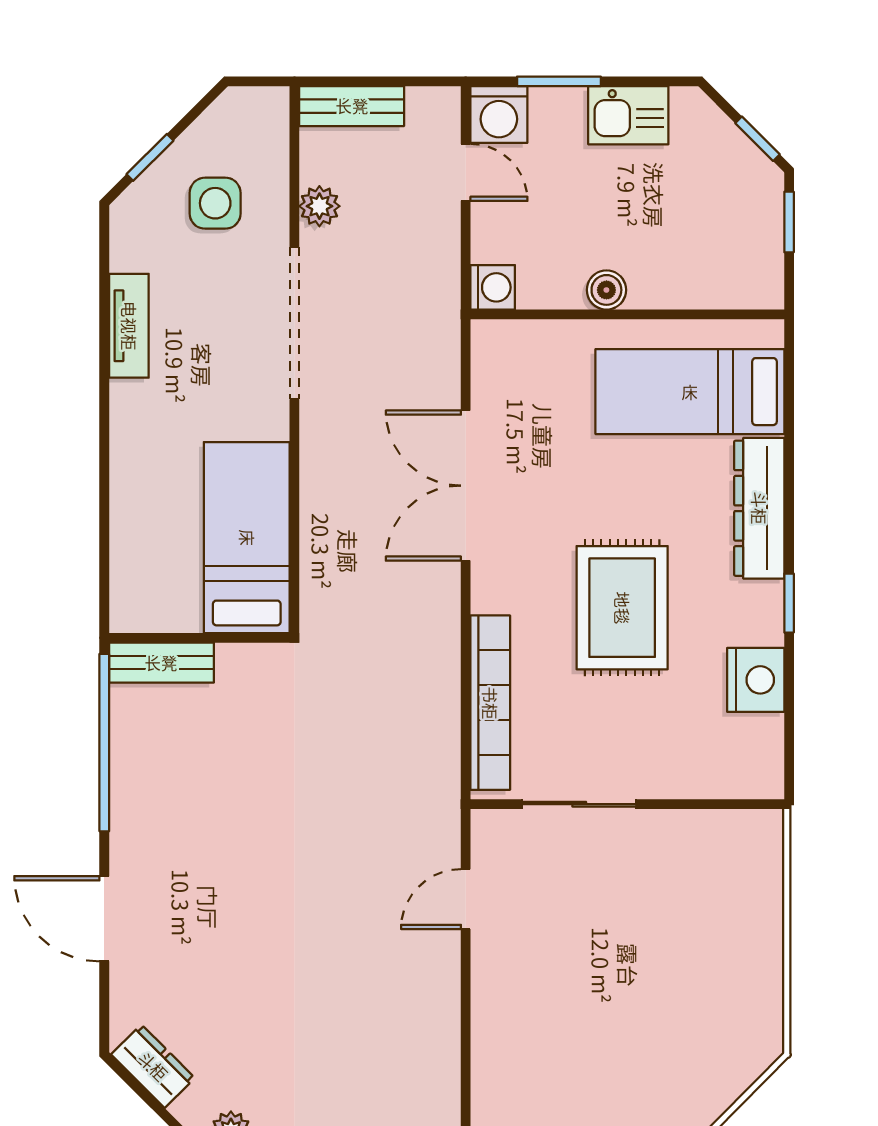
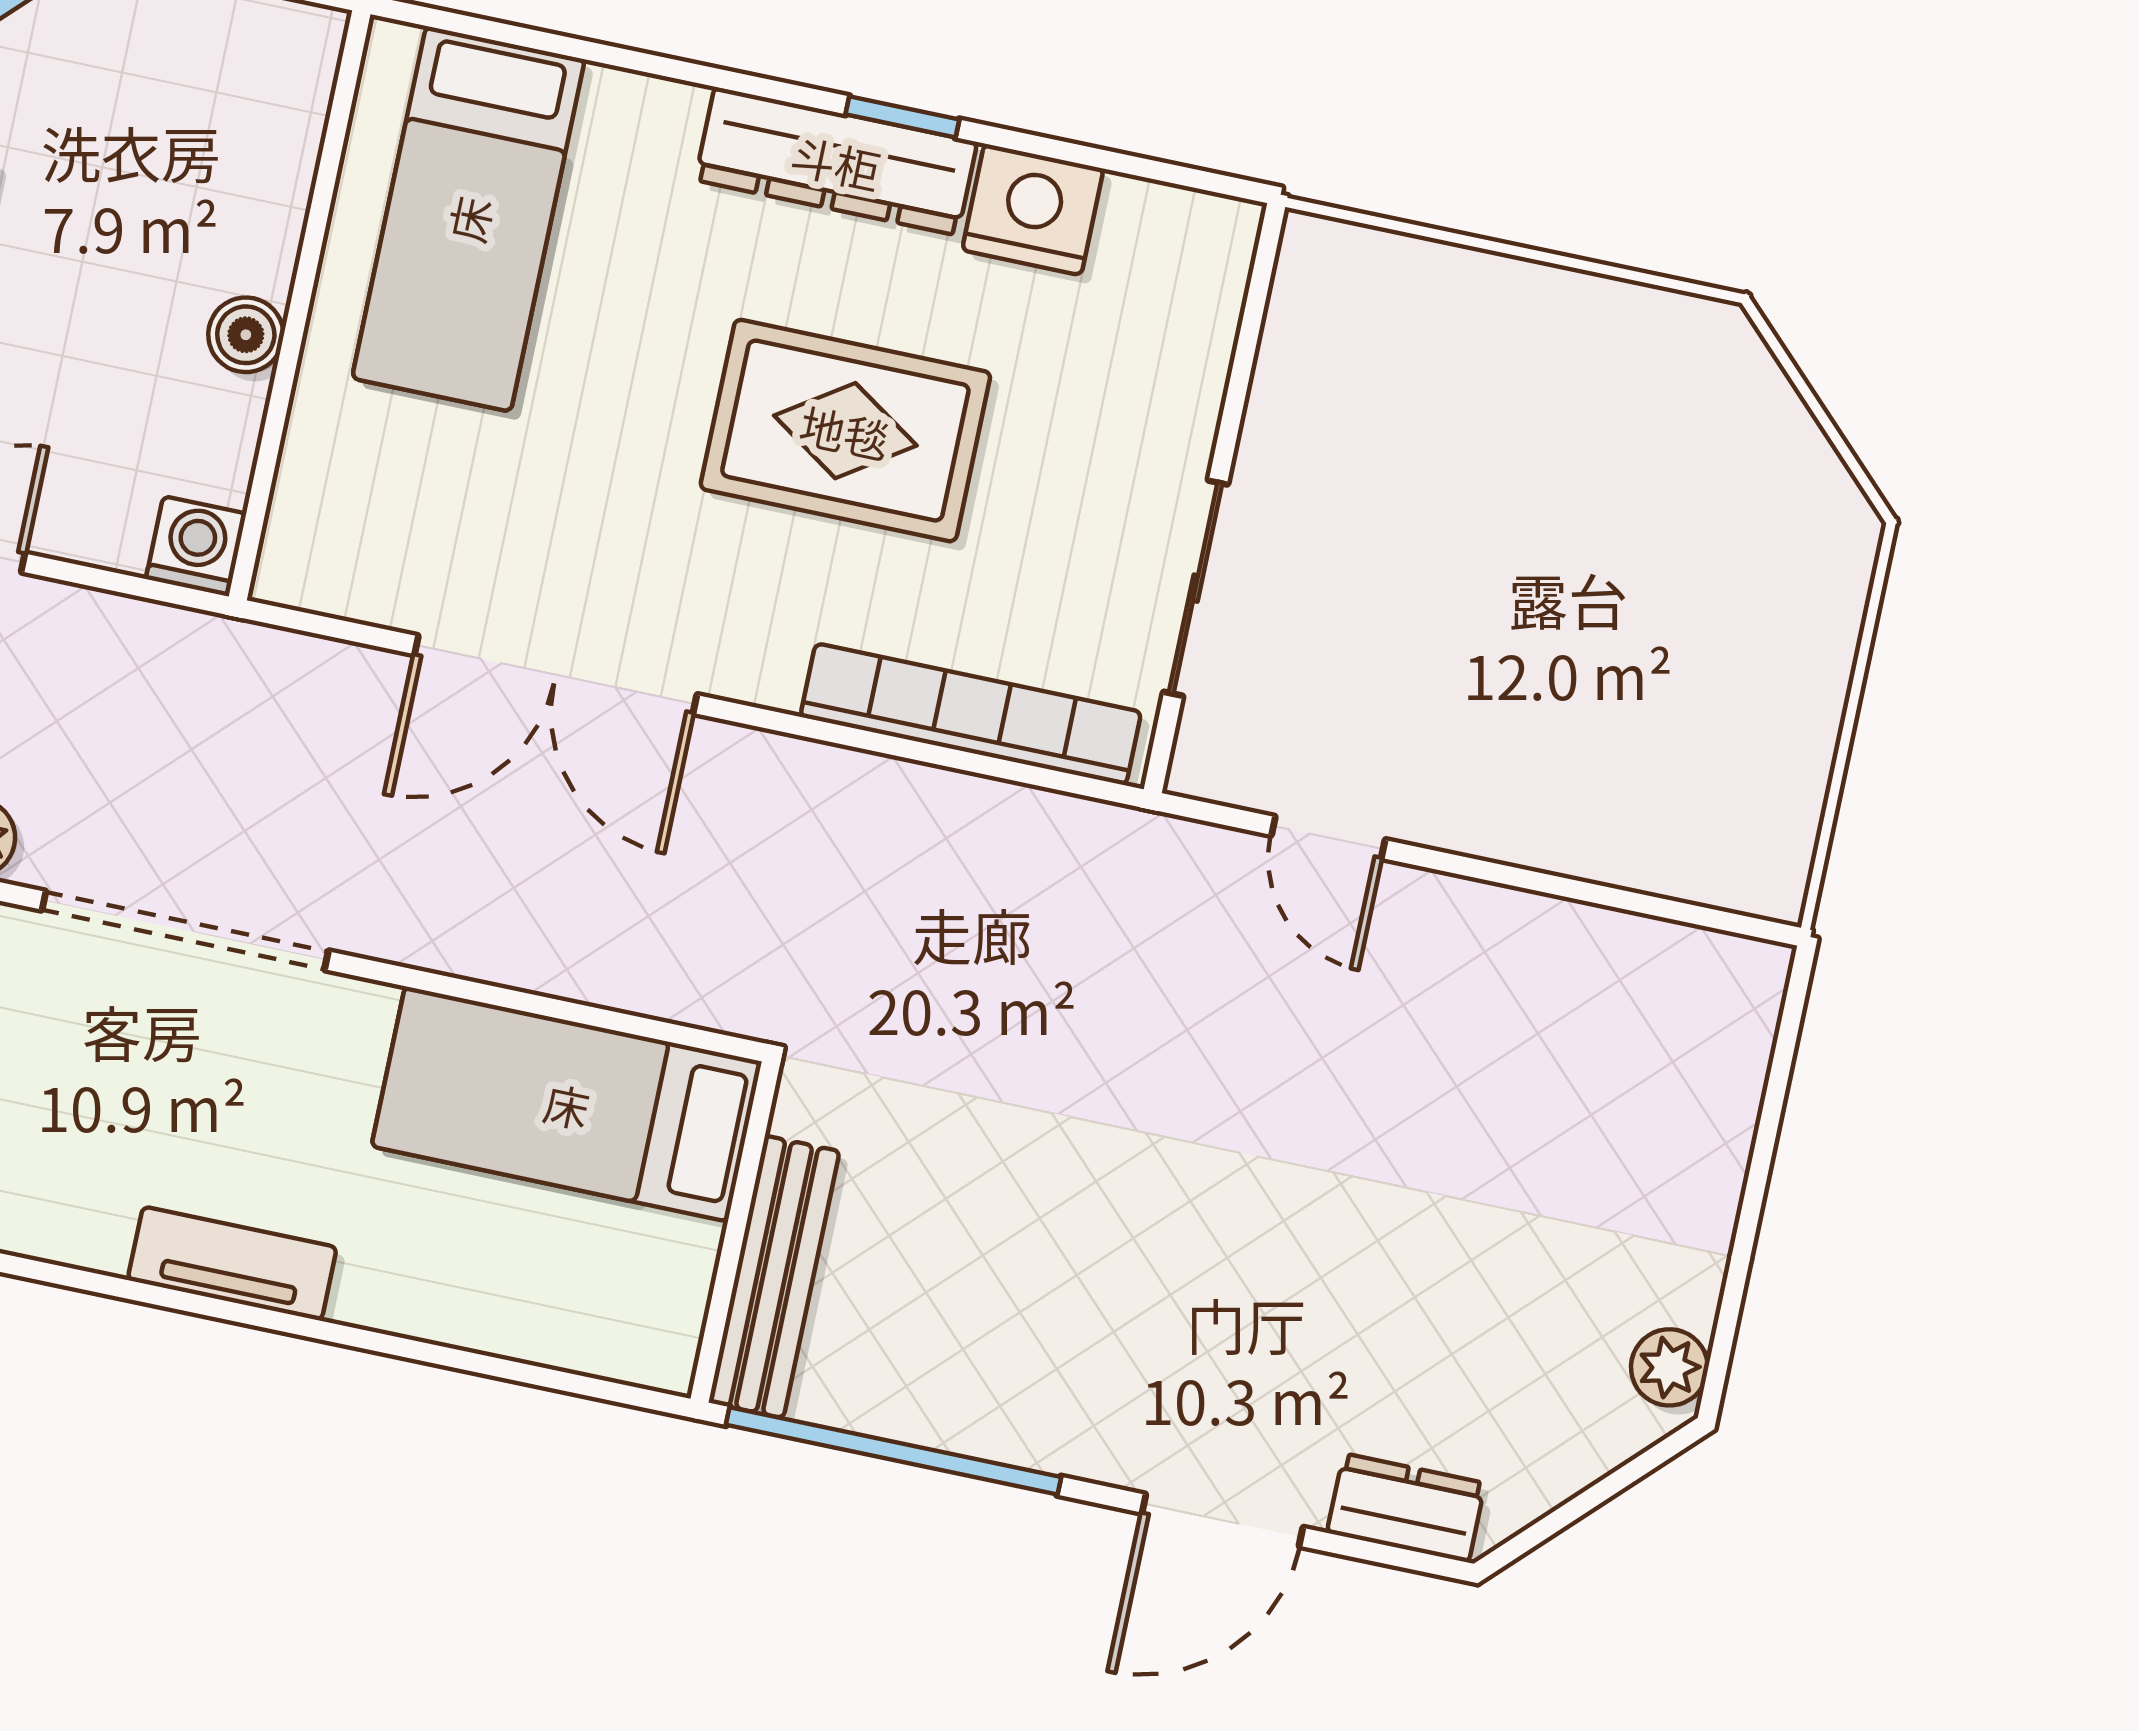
tv unit: (129, 326) -> (232, 1264), moved
dresser: (759, 508) -> (836, 161), moved
bench: (161, 663) -> (774, 1277), width x1.36
dresser: (153, 1066) -> (1406, 1508), moved, turned 45

